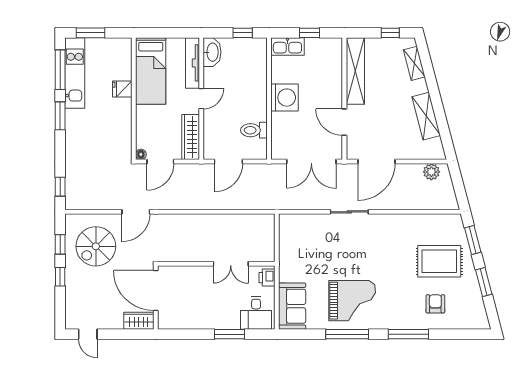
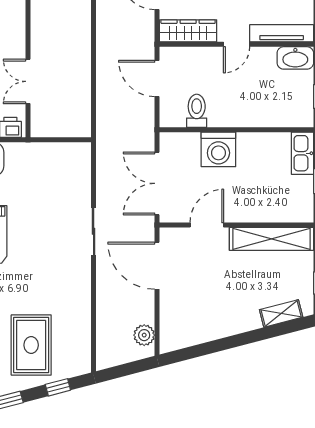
washing machine: (284, 98) -> (218, 149), moved
door: (201, 99) -> (237, 44), hinge flipped
shelving: (426, 116) -> (214, 329), removed
window: (473, 240) -> (58, 387), width x0.67

